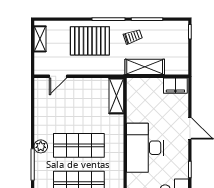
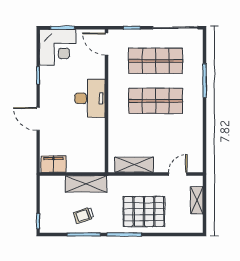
trolley: (133, 37) -> (84, 215), moved
shelving: (40, 39) -> (197, 200), moved
shelving: (116, 96) -> (134, 165), moved, turned 90
plant: (41, 146) -> (196, 100), removed
desk: (145, 148) -> (90, 98), width x0.73, depth x0.77

